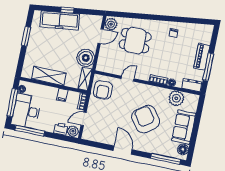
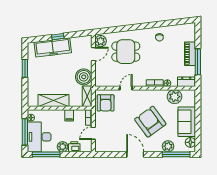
plant: (73, 131) -> (63, 147), moved
plant: (159, 149) -> (168, 146), added

